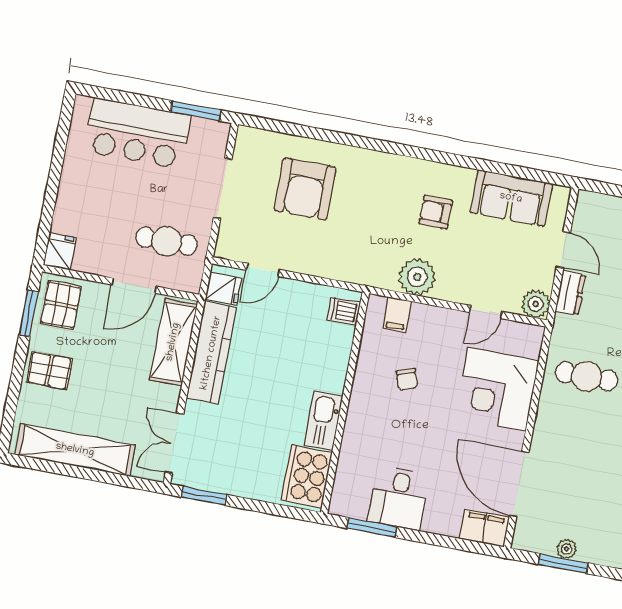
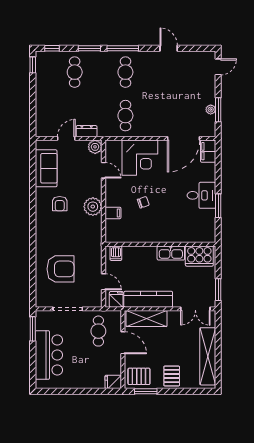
dishwasher: (344, 311) -> (116, 253), moved
wall: (345, 403) -> (160, 244), moved
kitchen sink: (323, 421) -> (171, 253), moved
cooker: (307, 476) -> (199, 256), moved

